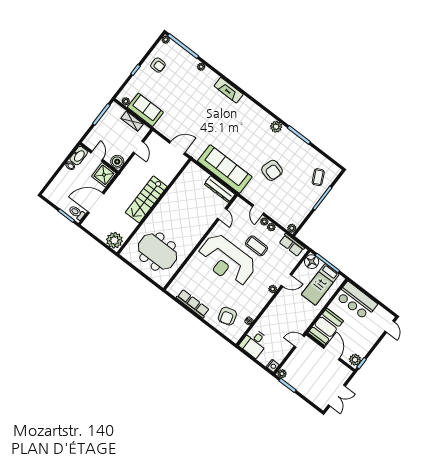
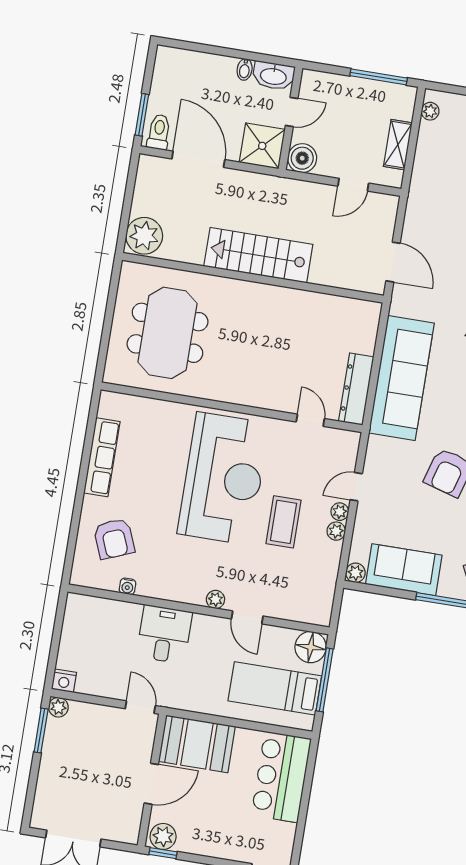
sofa: (145, 110) -> (404, 570), moved, turned -90
door: (222, 214) -> (310, 420), swing flipped
row of seats: (292, 245) -> (323, 590), removed
reception desk: (227, 260) -> (223, 479), turned 180
armchair: (227, 316) -> (114, 539), turned -96
desk: (254, 343) -> (164, 634), moved, turned 90

